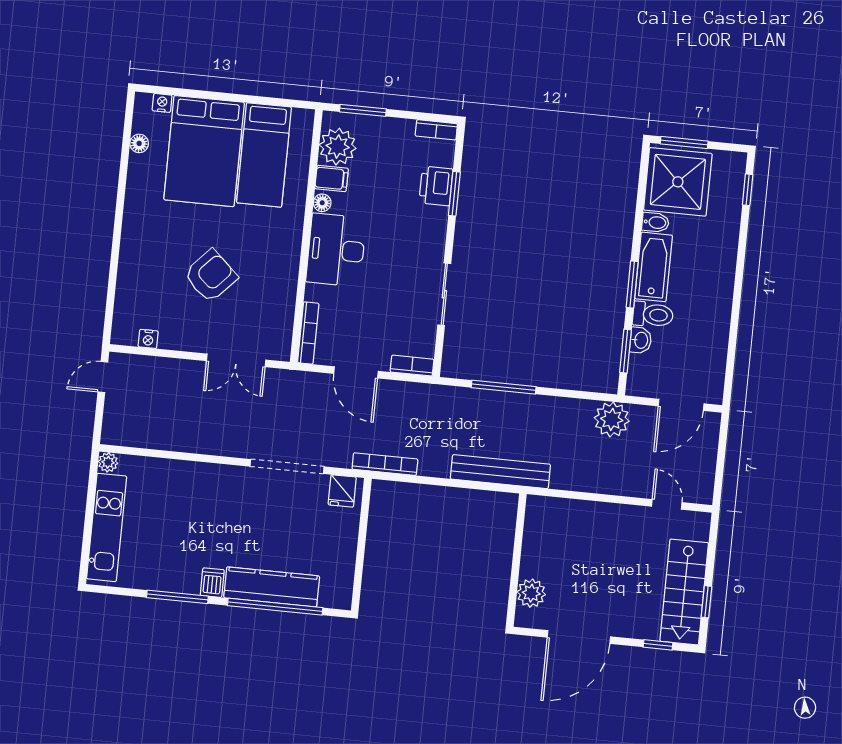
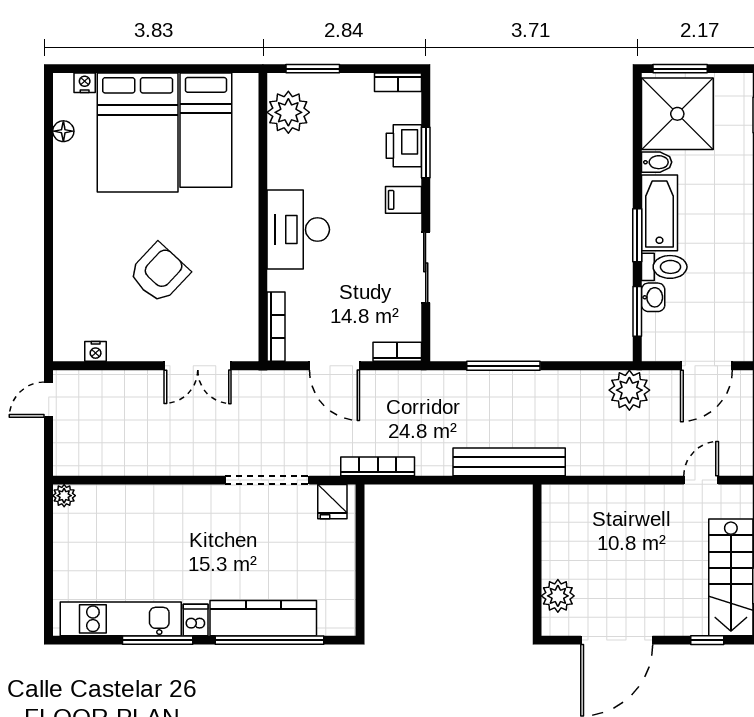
filing cabinet: (332, 179) -> (404, 200), moved, turned 180
floor lamp: (322, 203) -> (277, 178), removed
door: (667, 504) -> (701, 480), hinge flipped
kitchen unit: (107, 527) -> (121, 619), moved, turned -90

